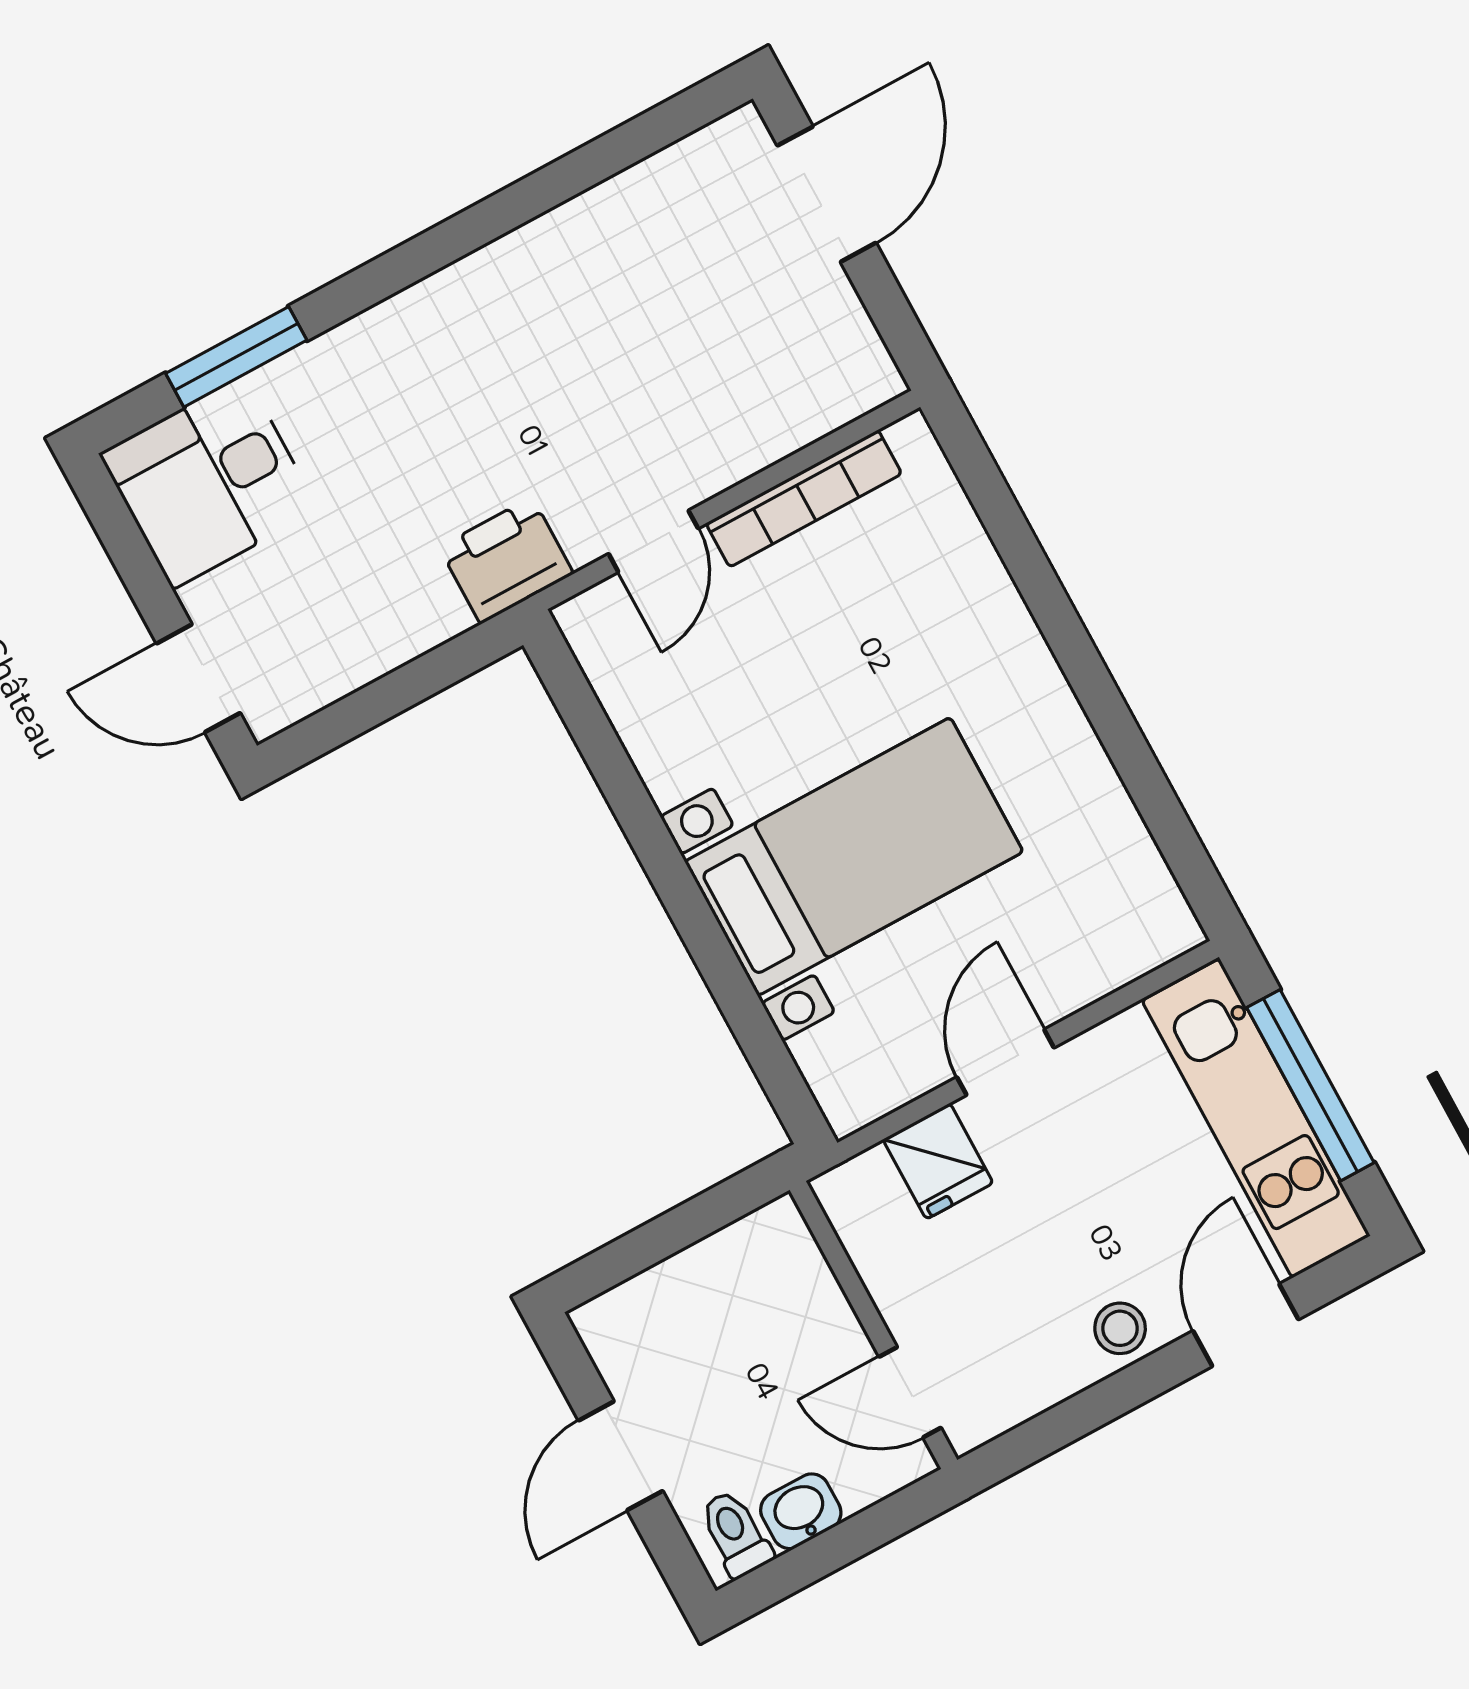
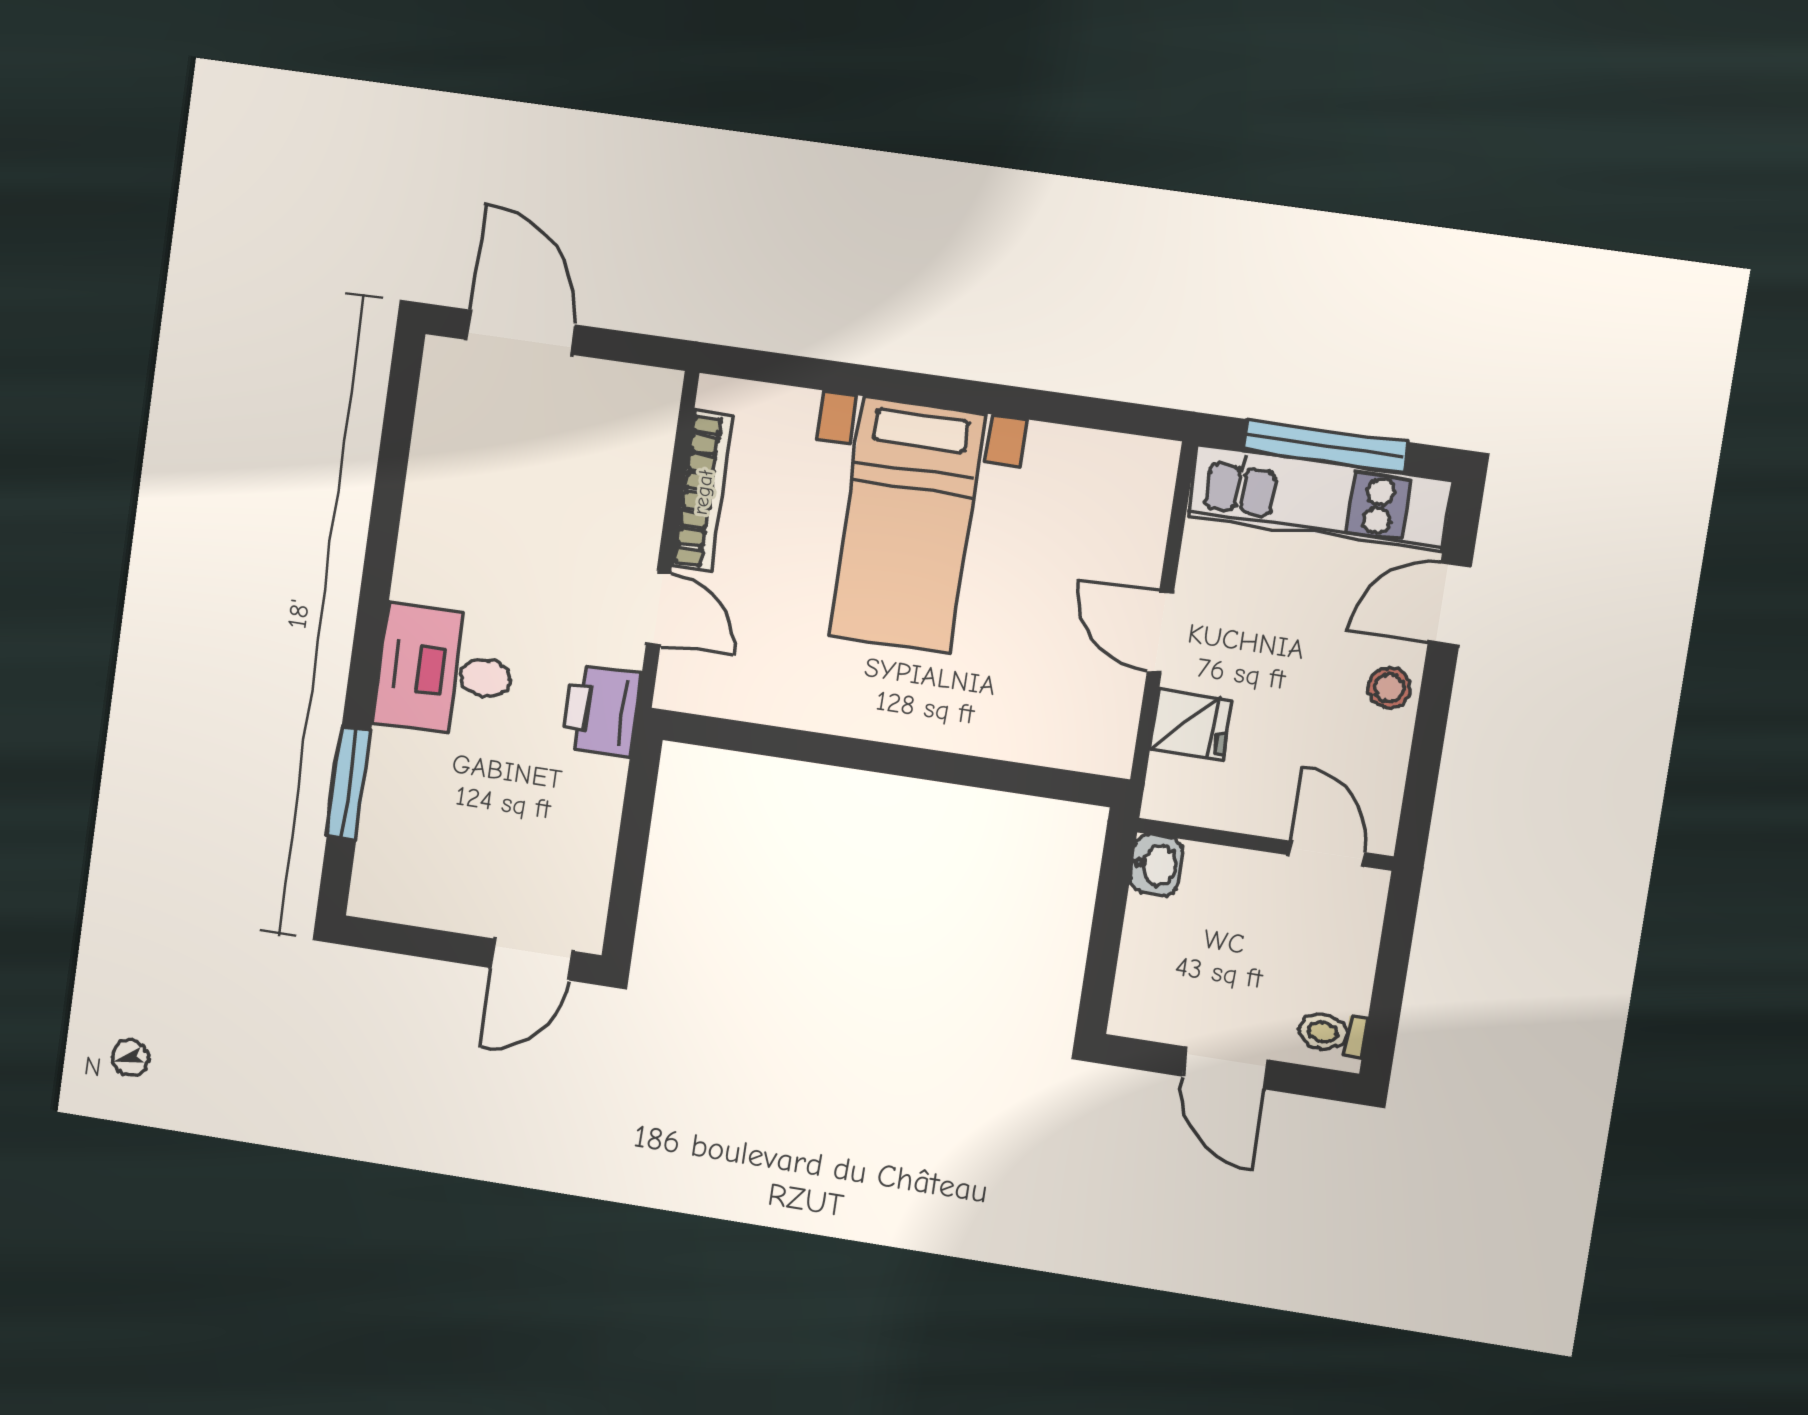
desk: (209, 482) -> (445, 672), moved, turned 90
bed with nightstands: (854, 857) -> (907, 525), moved, turned 180
door: (1246, 1325) -> (1450, 605), hinge flipped
door: (910, 1392) -> (1327, 854), swing flipped
washbasin: (801, 1511) -> (1156, 865), moved, turned 180

